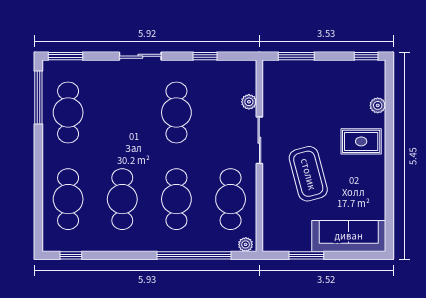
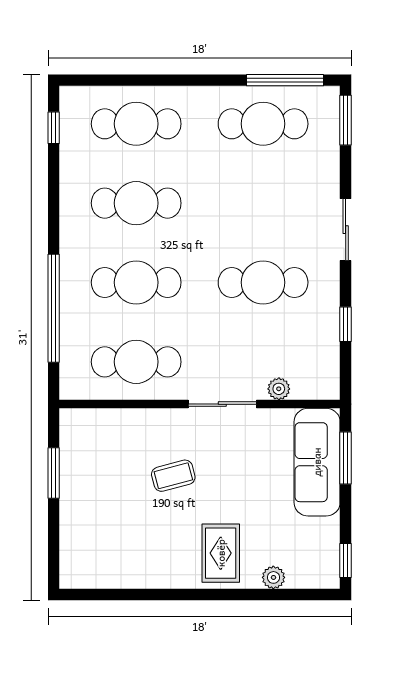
coffee table: (308, 174) -> (173, 476), width x0.54, depth x0.58
sofa: (349, 236) -> (317, 462), moved, turned 180
plant: (246, 244) -> (70, 384), removed

